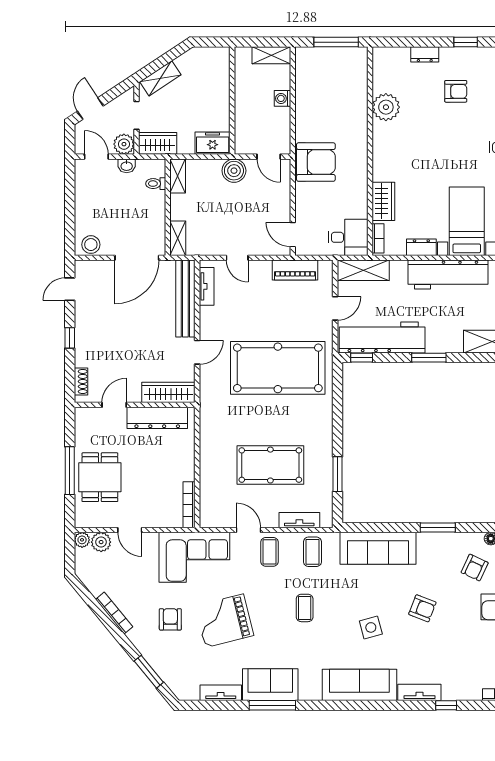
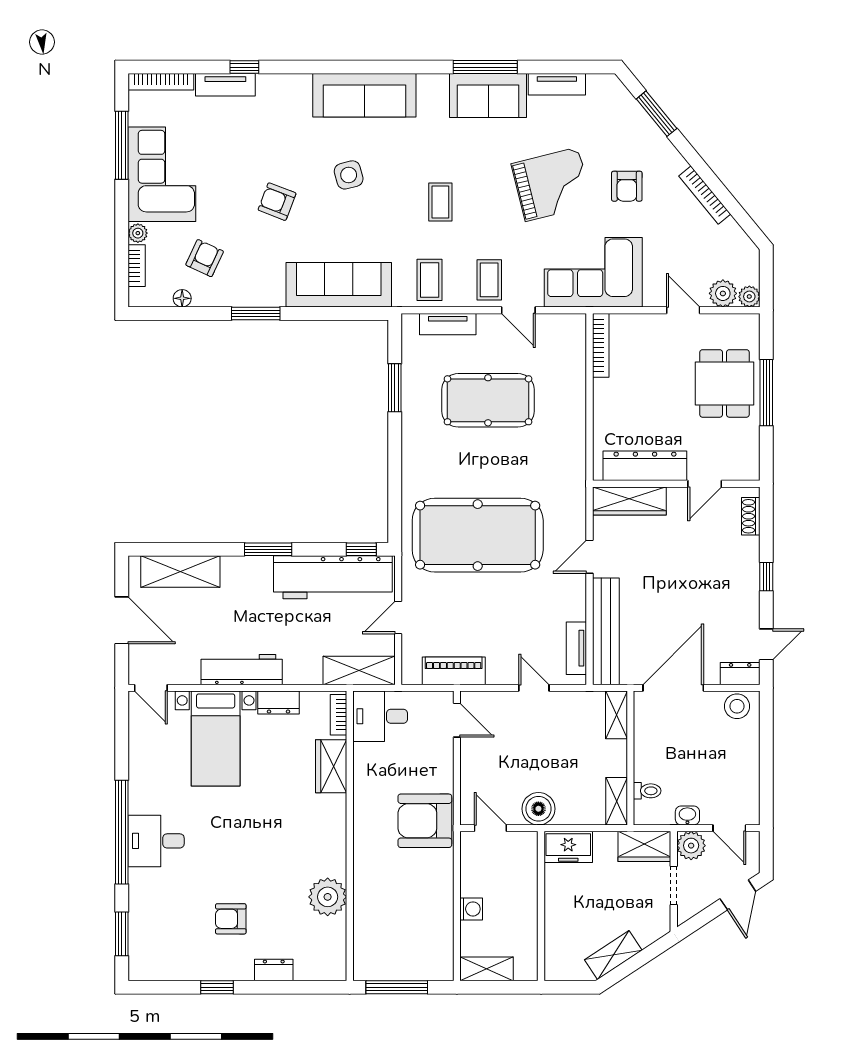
shelving: (160, 78) -> (613, 955), moved
dresser: (89, 268) -> (740, 674), added
workbench: (448, 275) -> (242, 670), width x0.73, depth x0.76
tv unit: (419, 692) -> (225, 85), moved

